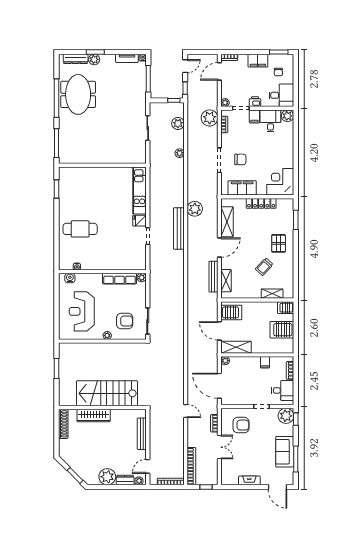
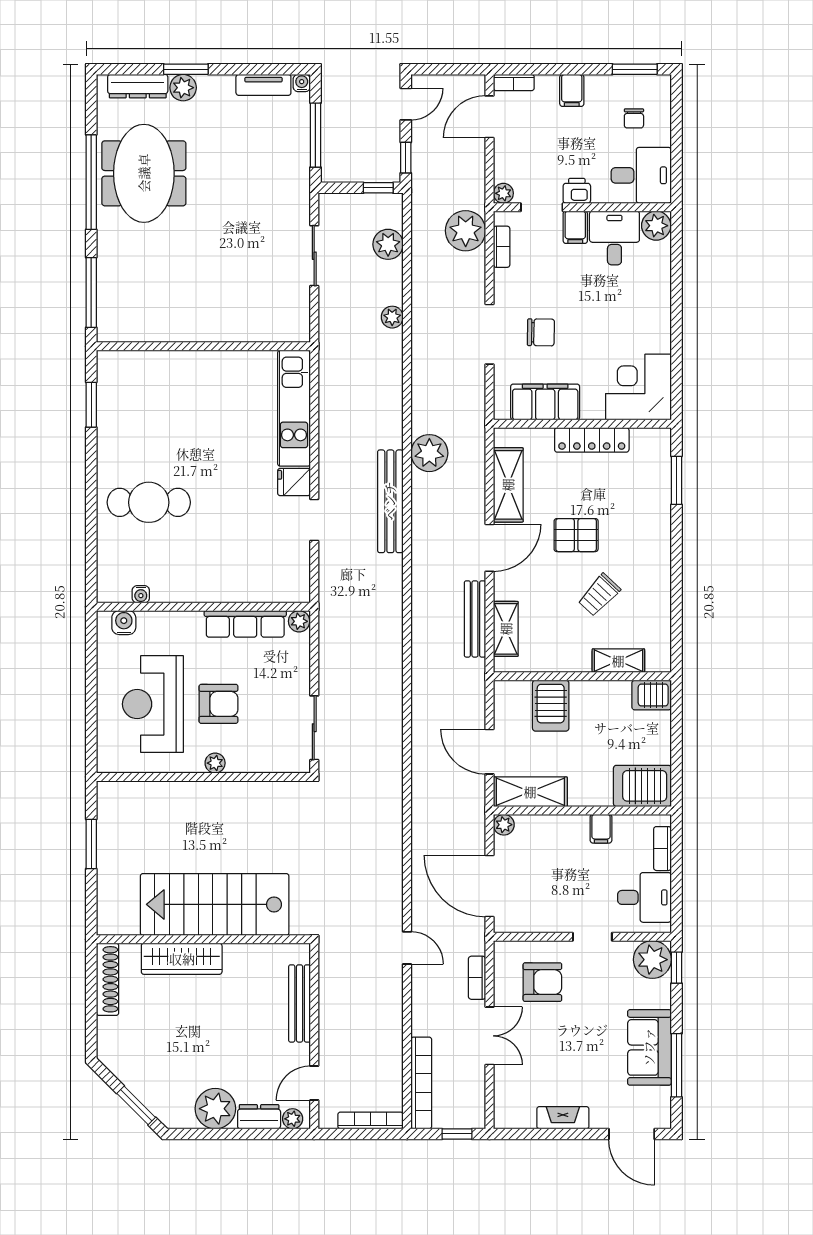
filing cabinet: (258, 61) -> (572, 90), width x0.50
pallet: (279, 243) -> (576, 535), moved, turned 90
server rack: (231, 312) -> (551, 706), moved, turned 90
armchair: (125, 321) -> (218, 704), moved
server rack: (282, 330) -> (642, 786), moved

